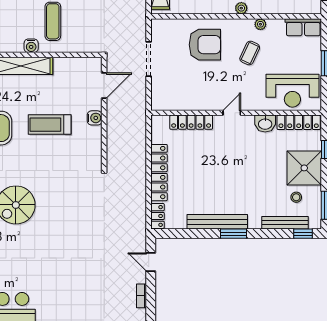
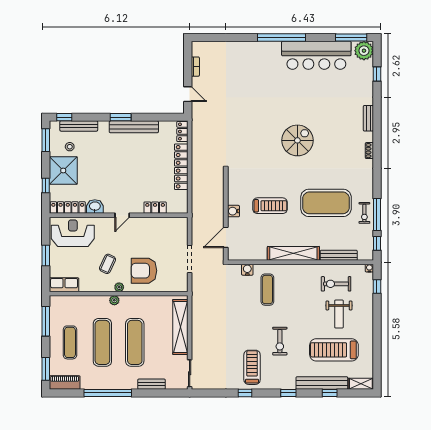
plant: (260, 24) -> (119, 287), moved
water cooler: (31, 46) -> (247, 270), moved
locker: (191, 122) -> (155, 208), width x0.66

